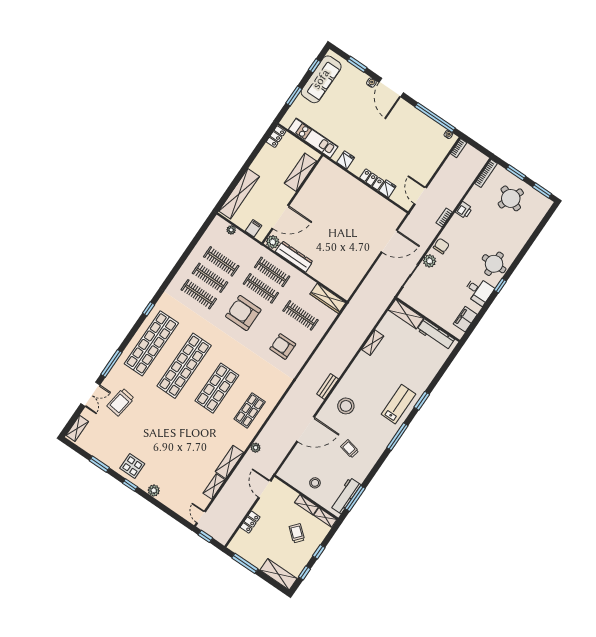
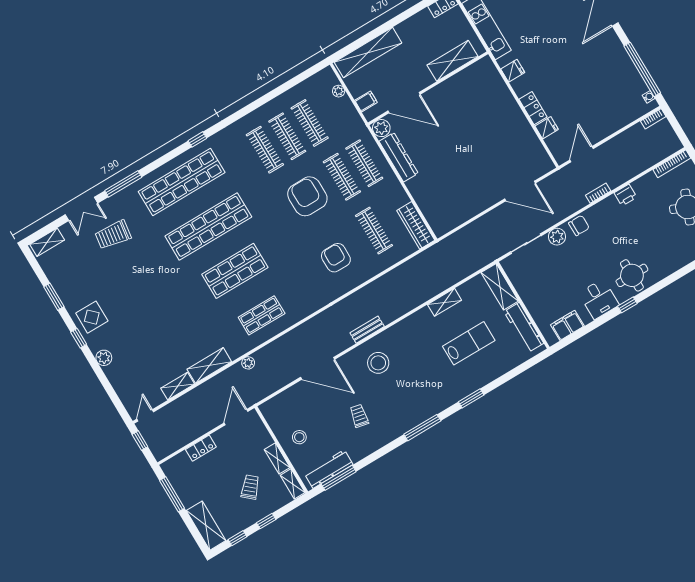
lab bench: (398, 404) -> (469, 343), moved

